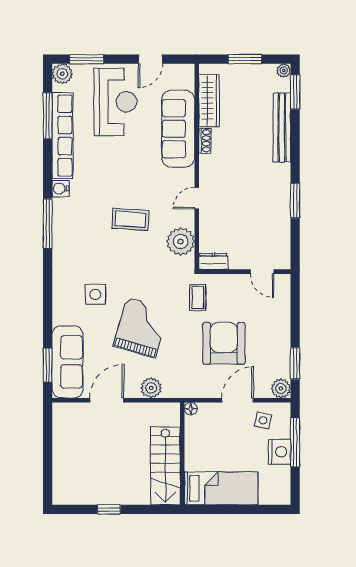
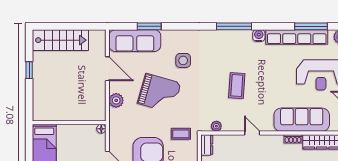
plant: (181, 241) -> (216, 126), width x0.53, depth x0.53
window: (48, 365) -> (149, 26), moved
stairs: (165, 466) -> (61, 40), moved, turned 180

